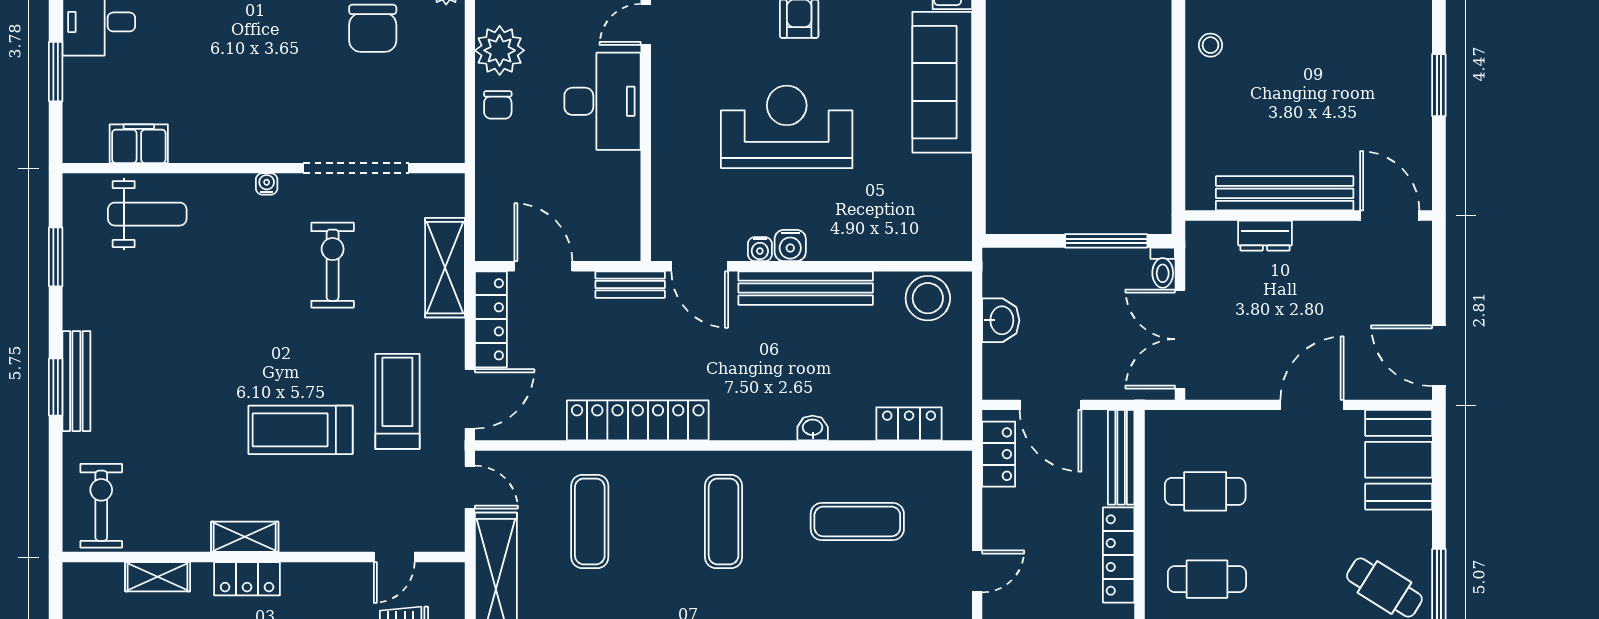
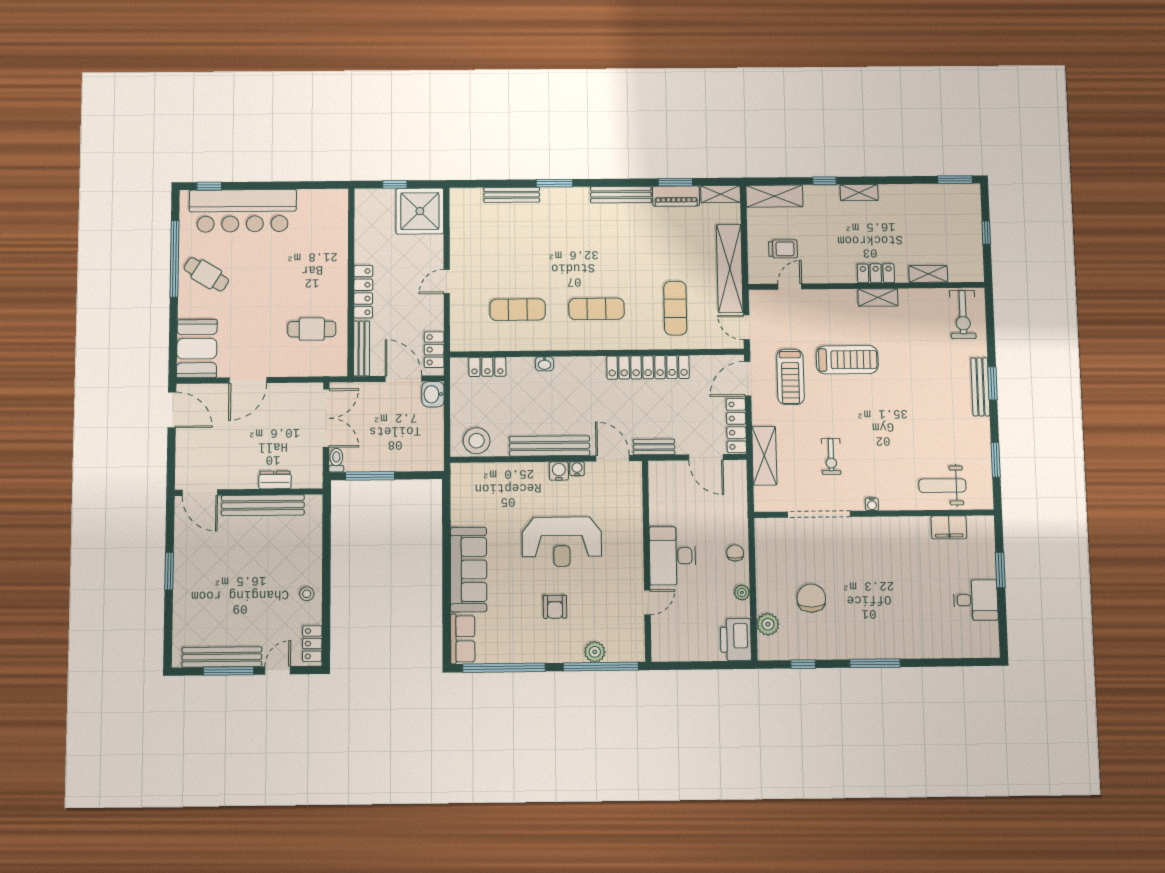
plant: (500, 50) -> (742, 592), width x0.53, depth x0.53
exercise bike: (333, 265) -> (831, 457), width x0.73, depth x0.72
washbasin: (1001, 320) -> (433, 394), moved
exercise mat: (724, 521) -> (597, 309), turned 90
cafe table: (1207, 579) -> (311, 278), removed

